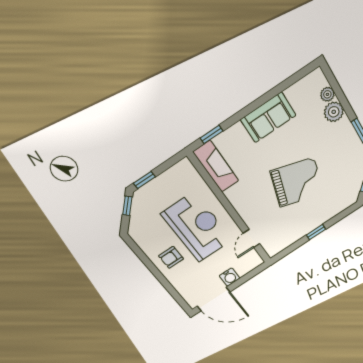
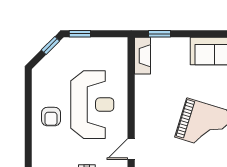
fireplace: (216, 166) -> (142, 56), width x0.73, depth x0.76
armchair: (171, 257) -> (51, 117), turned -90

